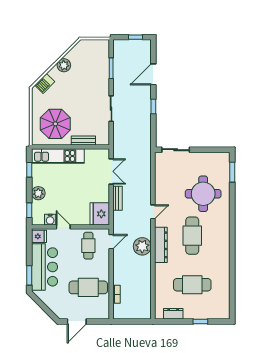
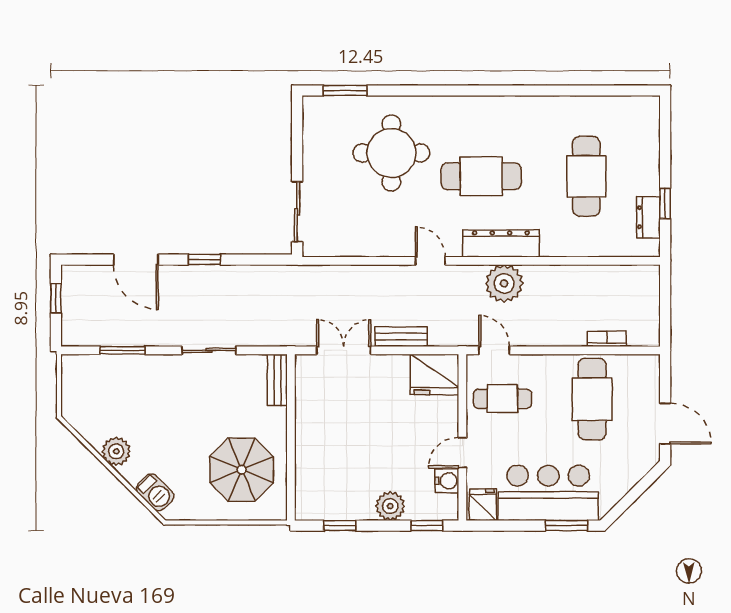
bench: (83, 140) -> (277, 380), moved
kitchen unit: (58, 156) -> (310, 464), removed
window: (200, 321) -> (665, 203), moved

